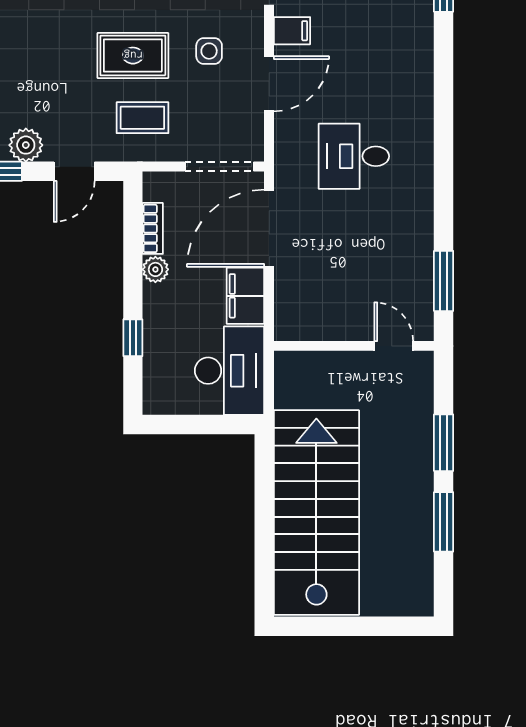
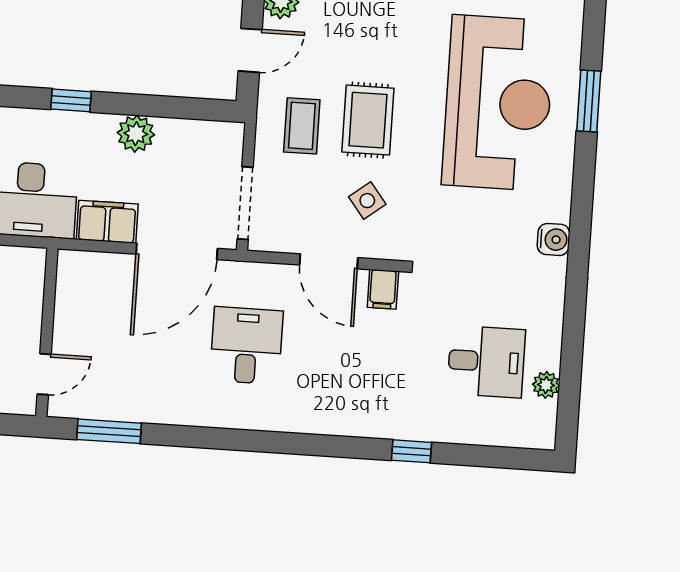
side table: (209, 51) -> (367, 201), turned -38
door: (74, 171) -> (250, 50), swing flipped
bookcase: (153, 228) -> (185, 129), removed
door: (269, 228) -> (177, 251), swing flipped
plant: (155, 269) -> (136, 134), width x1.38, depth x1.38

